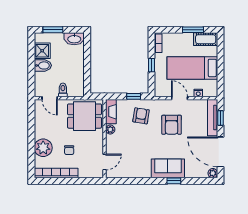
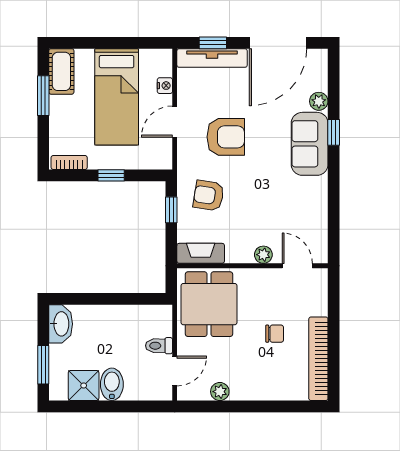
plant: (110, 130) -> (263, 255), moved
plant: (43, 148) -> (220, 392), moved, width x0.53, depth x0.53
plant: (213, 173) -> (319, 101), moved

